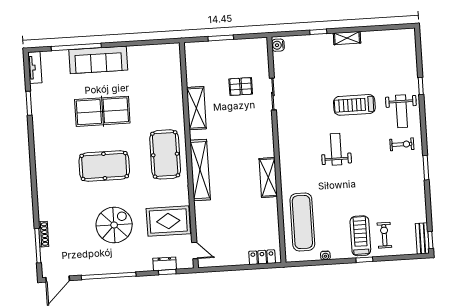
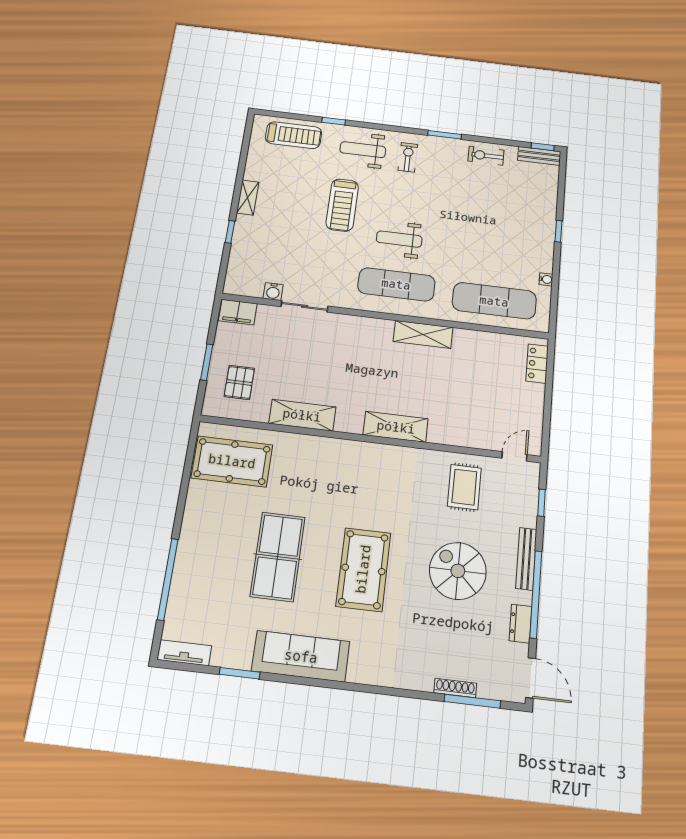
water cooler: (278, 45) -> (273, 292), moved
filing cabinet: (260, 50) -> (238, 312), added
sofa: (98, 60) -> (301, 656), moved, turned -90
pallet: (241, 86) -> (239, 382), moved
weight bench: (402, 111) -> (363, 150), turned 180
exercise mat: (301, 153) -> (396, 284), added
pool table: (165, 154) -> (232, 461), moved
shelving: (200, 170) -> (396, 427), width x0.68
rug: (168, 221) -> (464, 487), width x0.73, depth x0.70
exercise bike: (384, 235) -> (486, 156), moved
treadmill: (360, 236) -> (294, 135), moved, turned 180
dresser: (165, 264) -> (521, 624), moved
bench: (130, 267) -> (526, 559), added

